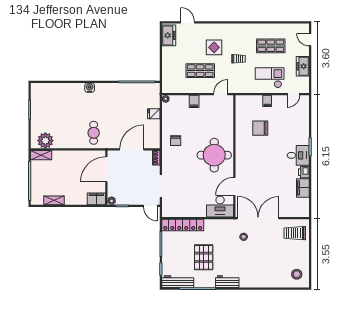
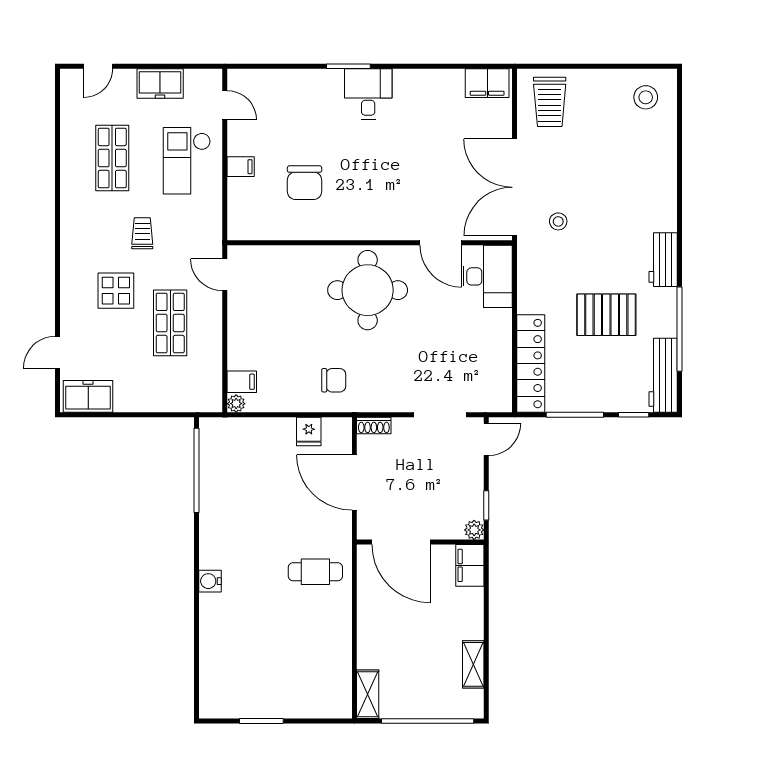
filing cabinet: (194, 101) -> (242, 382), moved
fridge: (154, 114) -> (309, 432), moved
plant: (45, 141) -> (334, 684), removed
printer: (304, 172) -> (407, 81), removed
filing cabinet: (303, 188) -> (487, 83), moved

